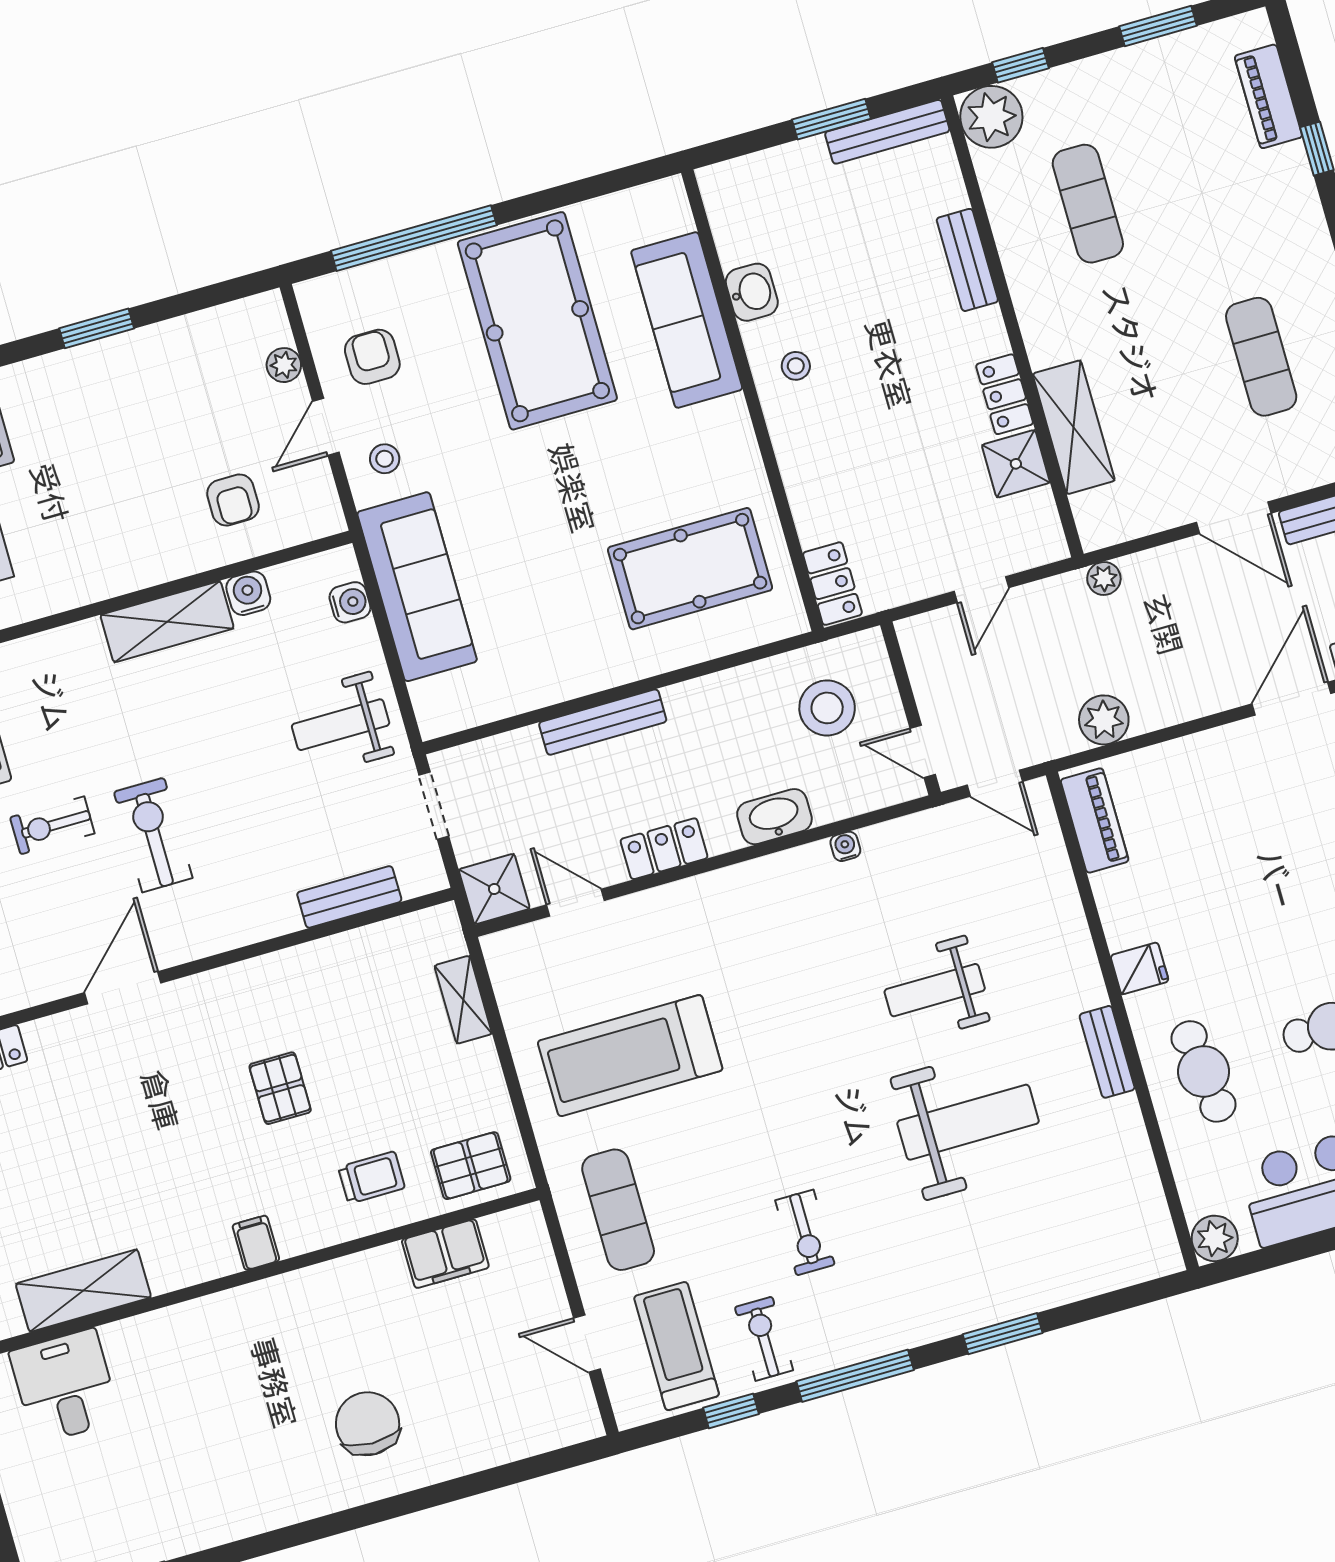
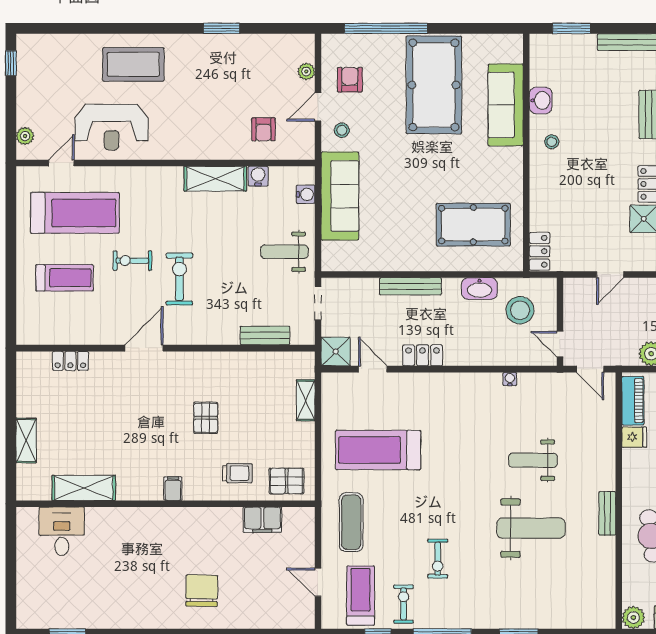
window: (831, 119) -> (572, 28), moved
washbasin: (774, 817) -> (480, 289), moved, turned 180
fridge: (1140, 968) -> (634, 437), moved

